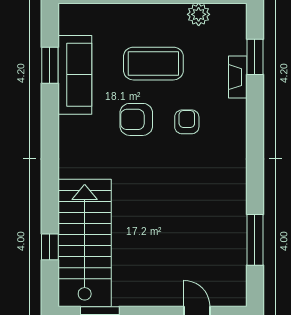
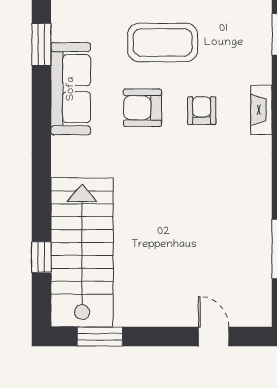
sofa: (75, 75) -> (71, 89), moved
fireplace: (238, 77) -> (261, 110), moved

